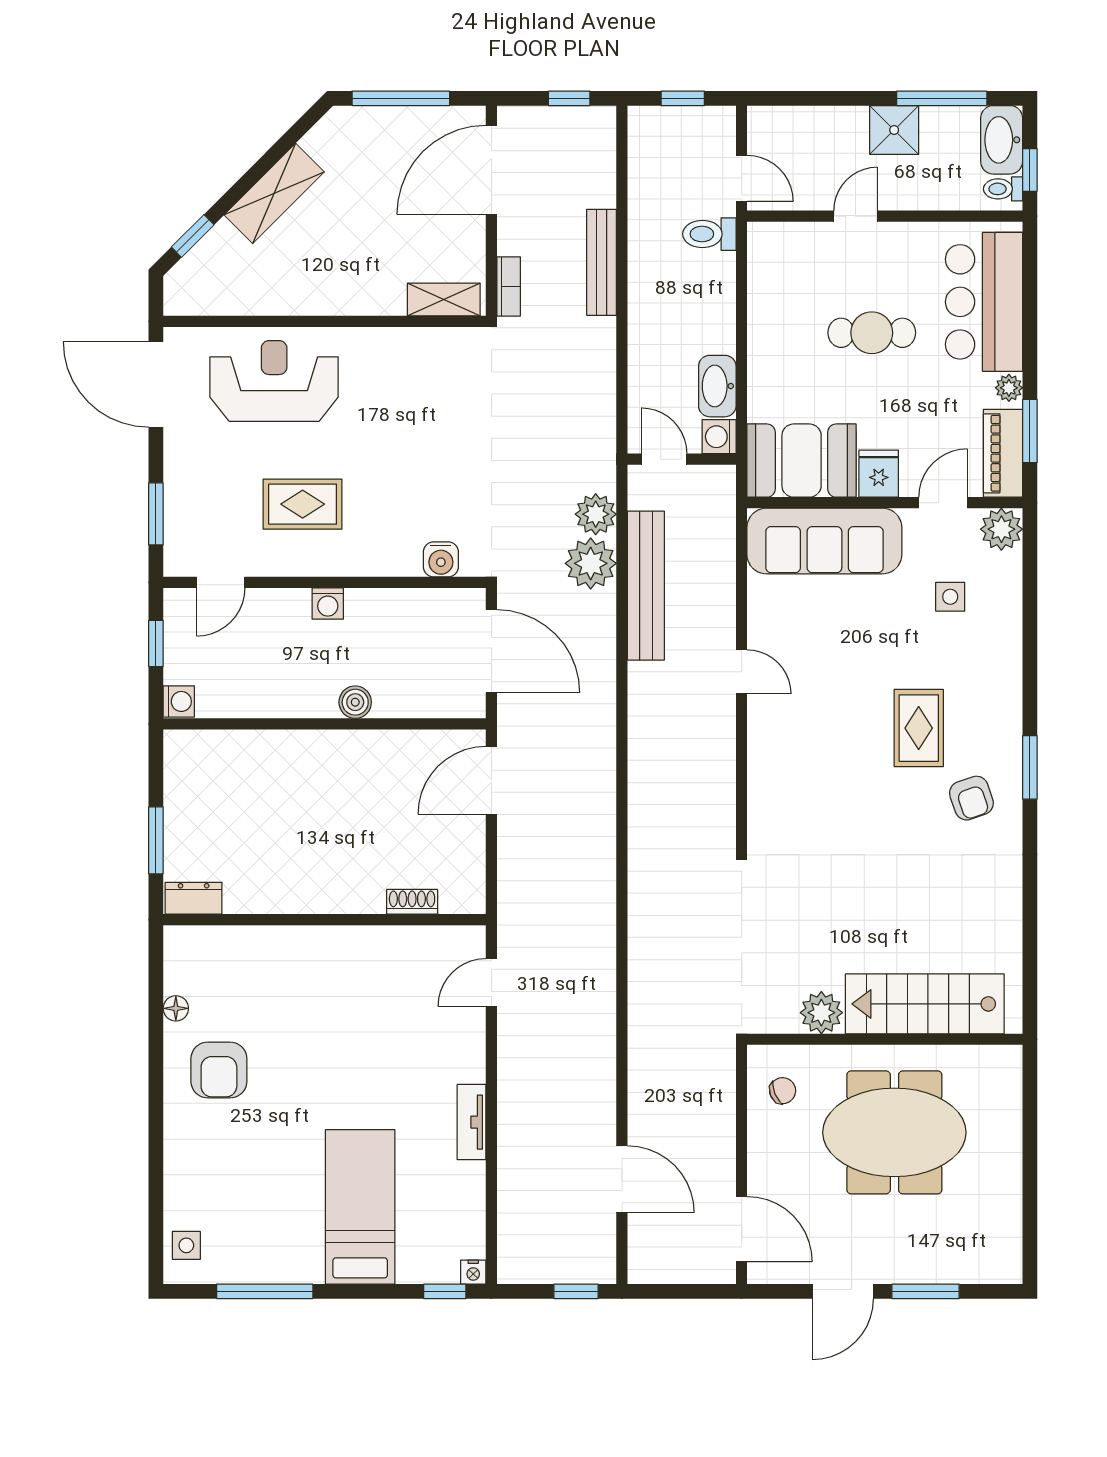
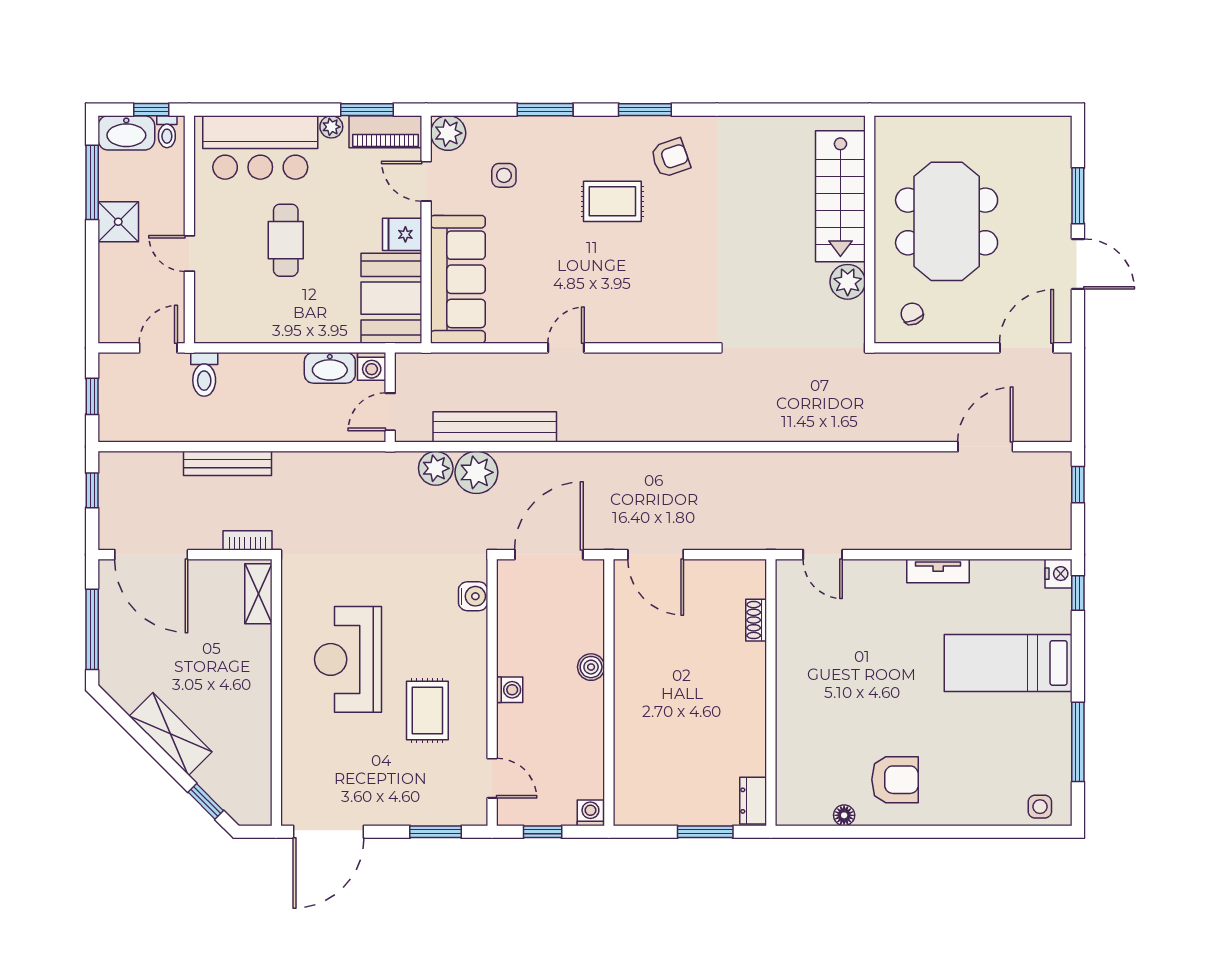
reception desk: (274, 381) -> (348, 659), moved
window: (1030, 647) -> (545, 110), added
nightstand: (473, 1272) -> (1059, 574), width x1.39, depth x1.35

